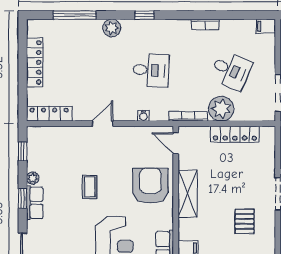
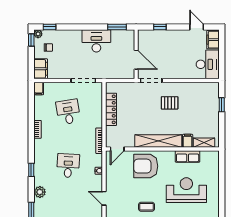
desk: (231, 70) -> (68, 112), turned -33
plant: (221, 109) -> (94, 118), removed
shelving: (188, 194) -> (158, 141), width x1.47

